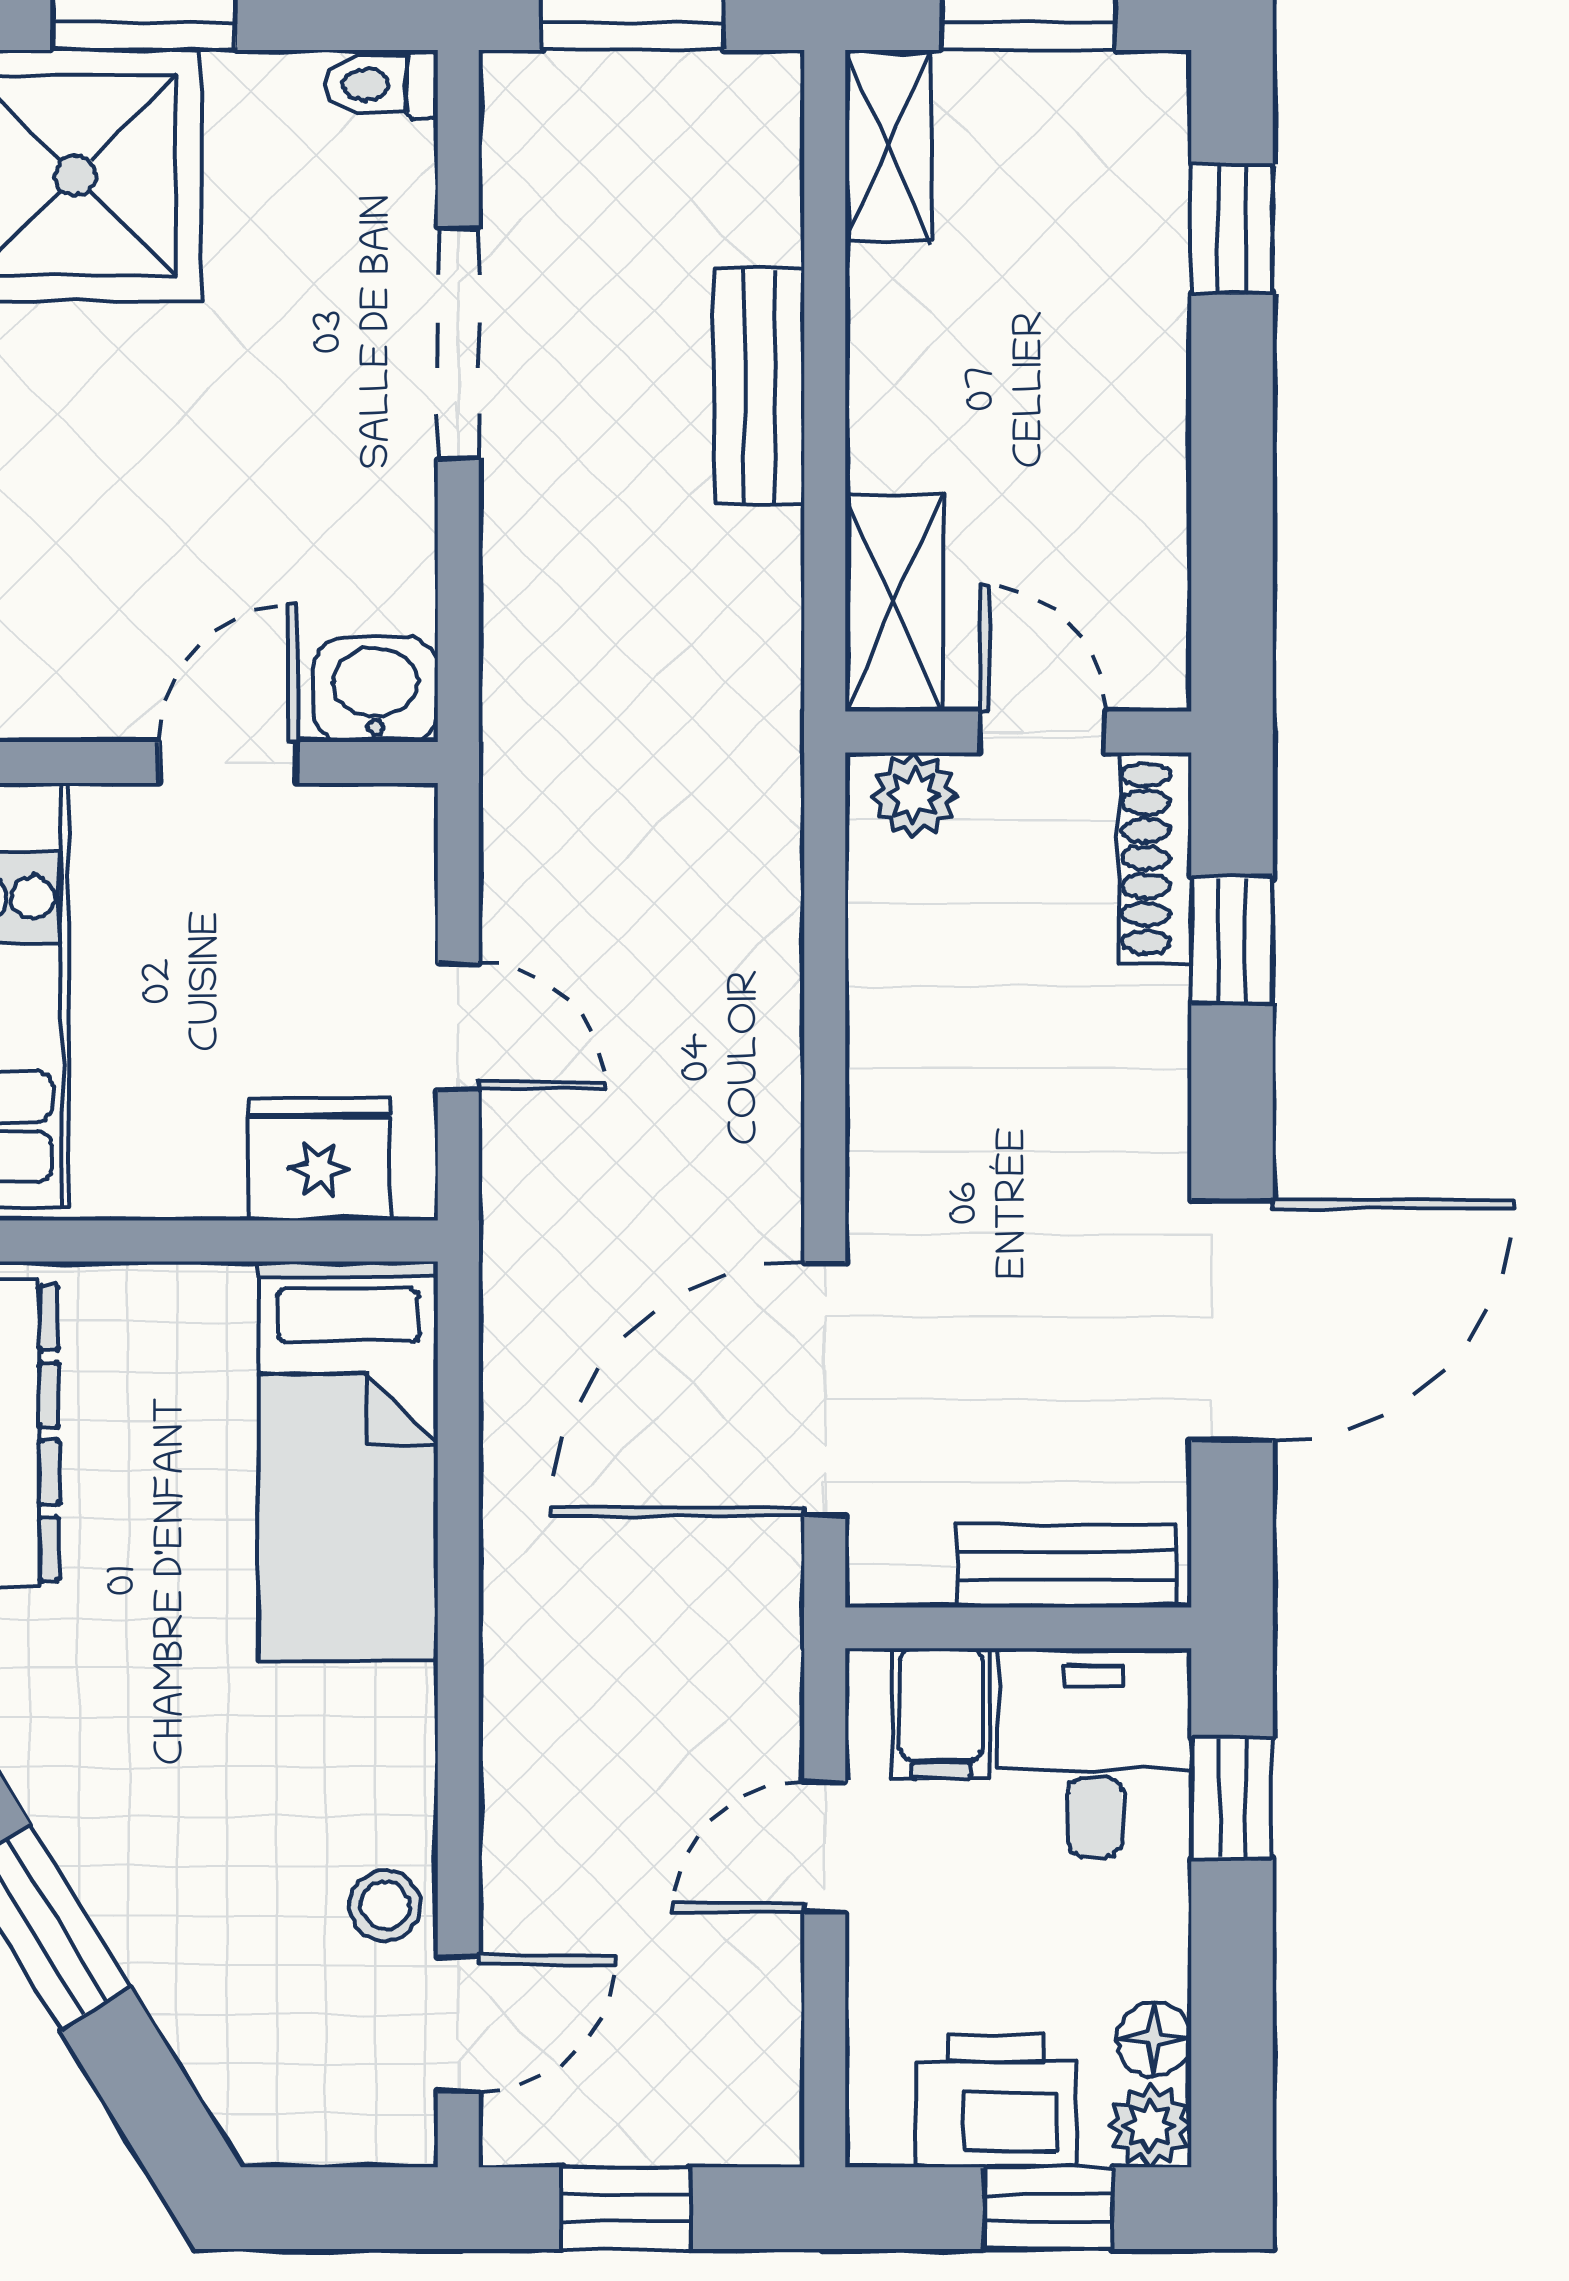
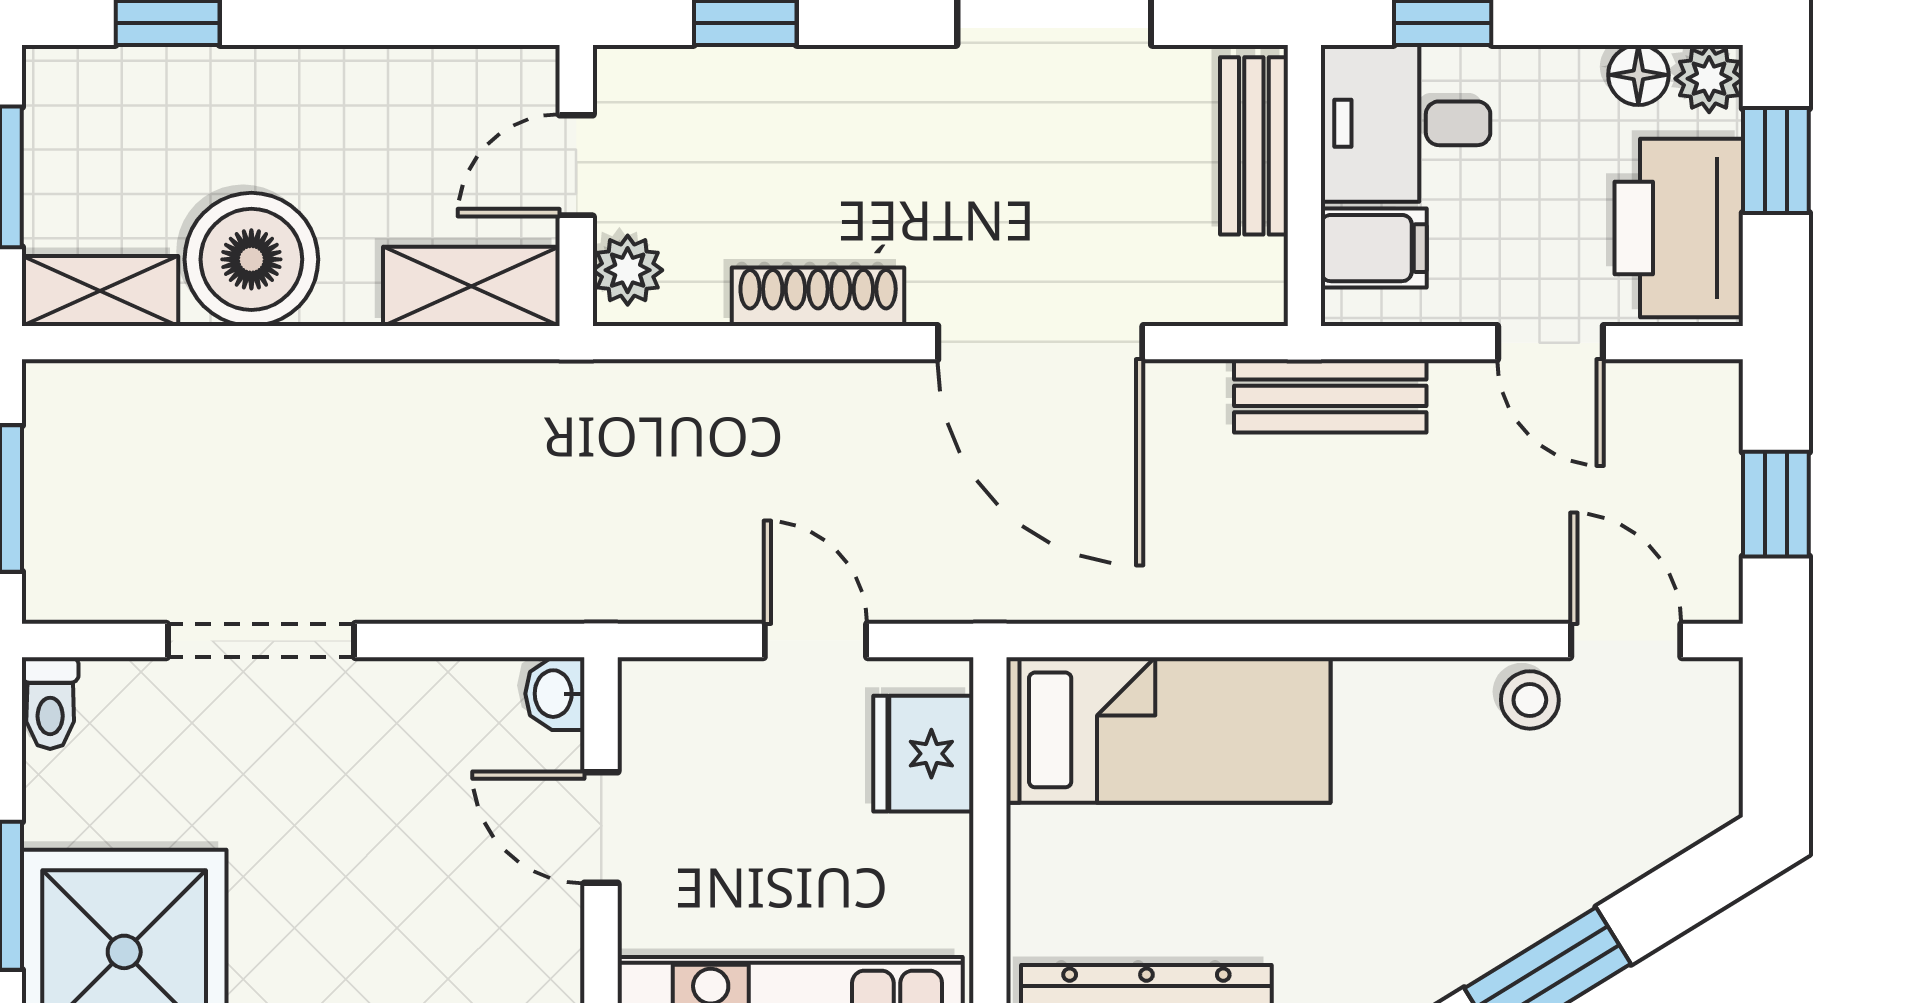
boiler: (927, 332) -> (251, 259), added
bench: (759, 386) -> (1330, 396), moved
washbasin: (376, 689) -> (555, 694), width x0.72, depth x0.69
shoe rack: (1155, 858) -> (818, 297), moved, turned 180
door: (458, 1026) -> (815, 640), hinge flipped
door: (825, 1389) -> (1040, 343), moved
door: (825, 1847) -> (1550, 343), moved
printer: (996, 2101) -> (1679, 228), width x1.37, depth x1.19

